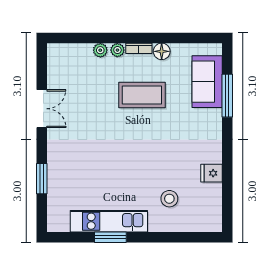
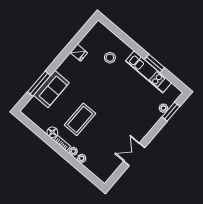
sofa: (207, 82) -> (51, 89), moved
coffee table: (142, 95) -> (80, 119), turned 90
window: (42, 179) -> (171, 112), moved
plant: (54, 193) -> (163, 108), added

